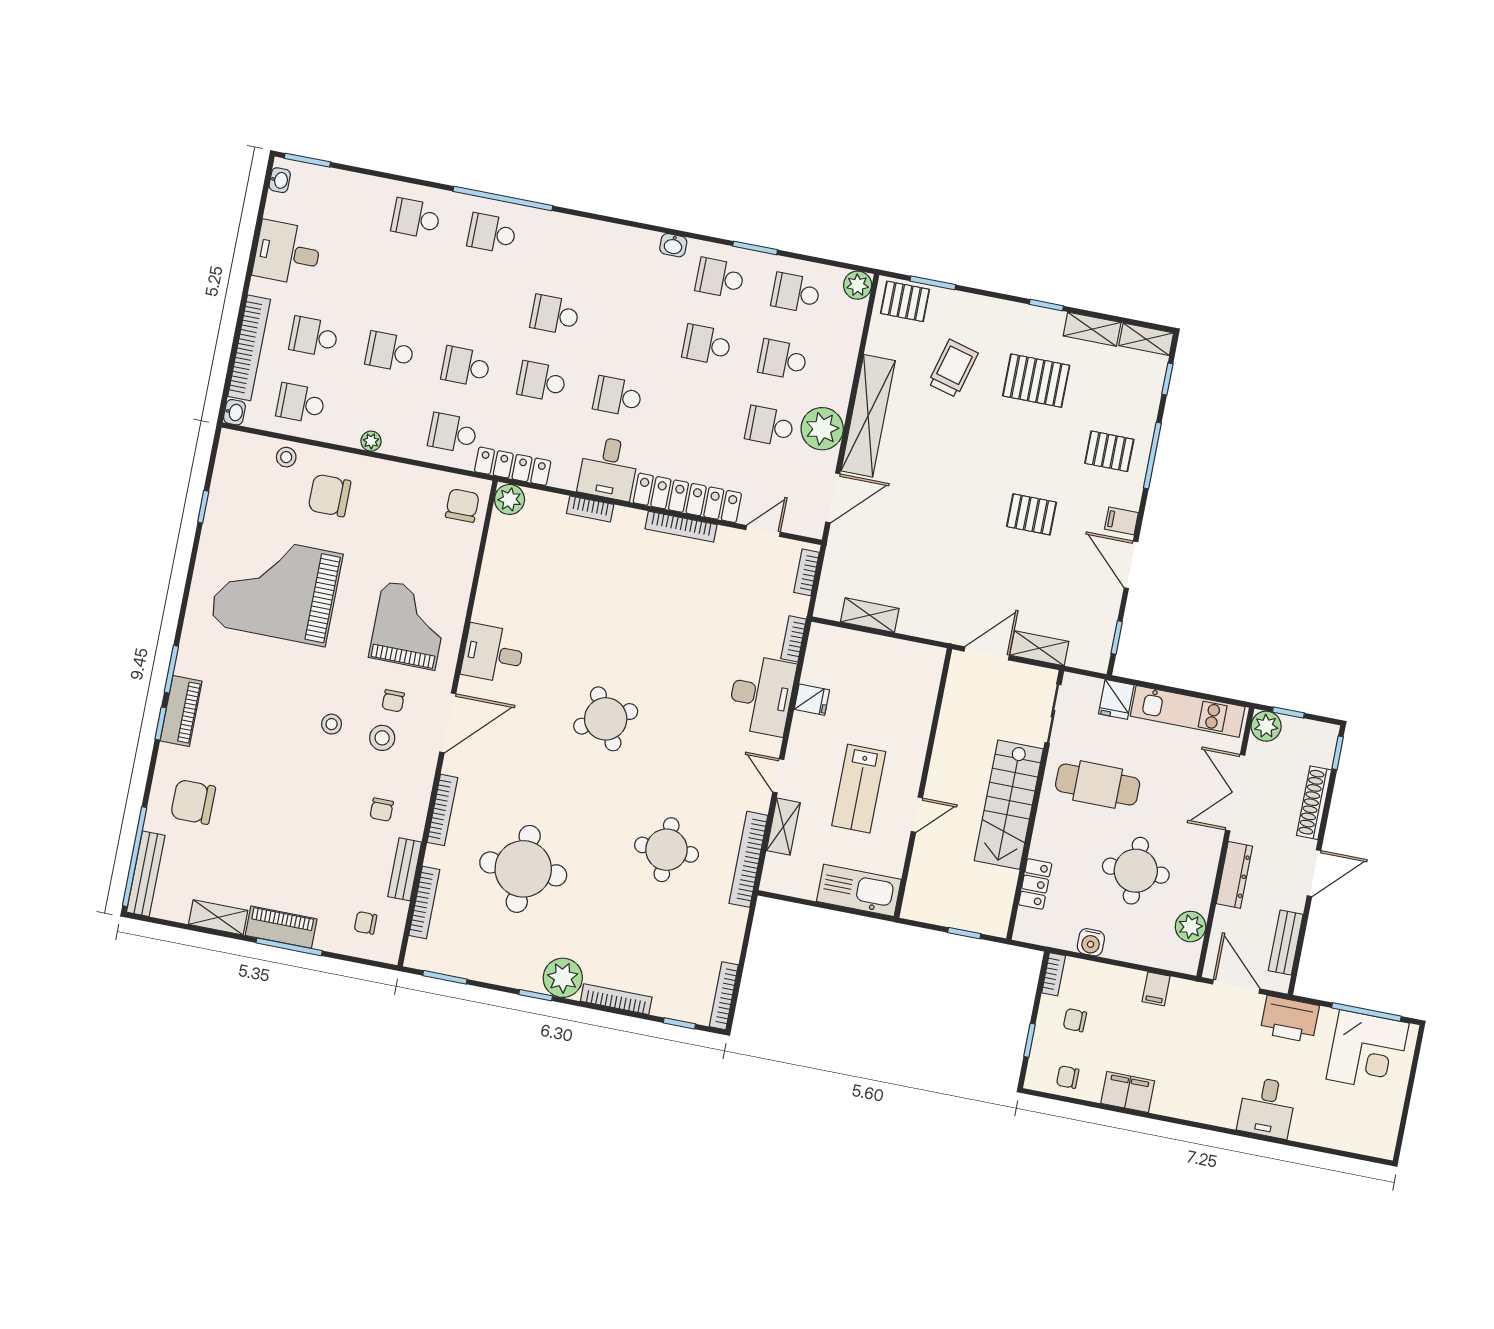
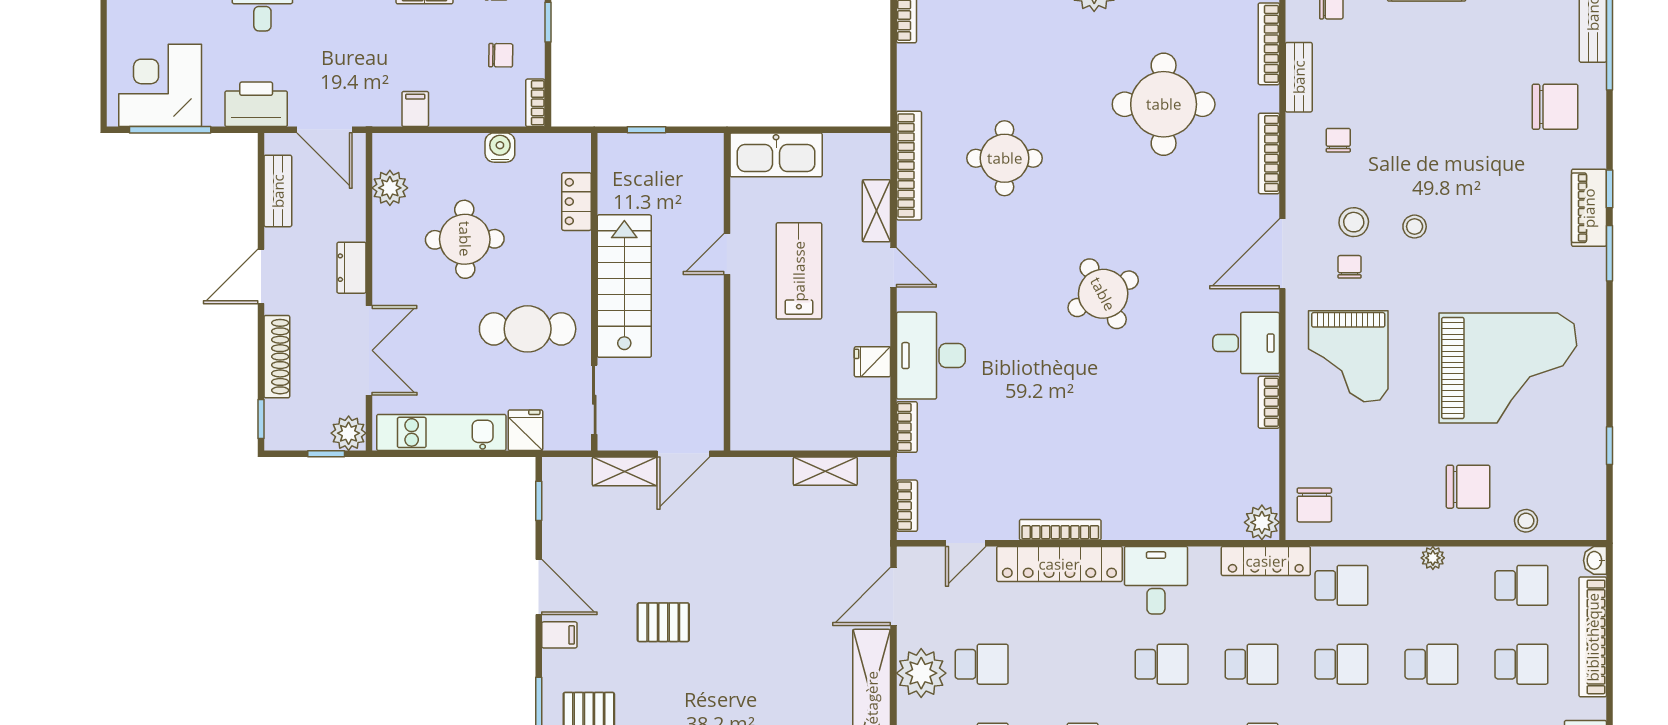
bookcase: (590, 509) -> (1269, 402), moved, turned -90
dresser: (1234, 875) -> (352, 268), width x0.70

